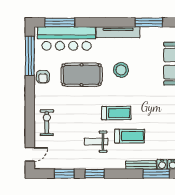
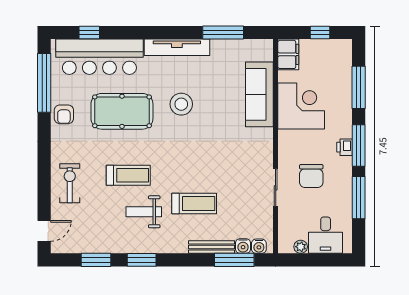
window: (60, 22) -> (89, 33), width x0.46
treadmill: (116, 113) -> (128, 175), moved

